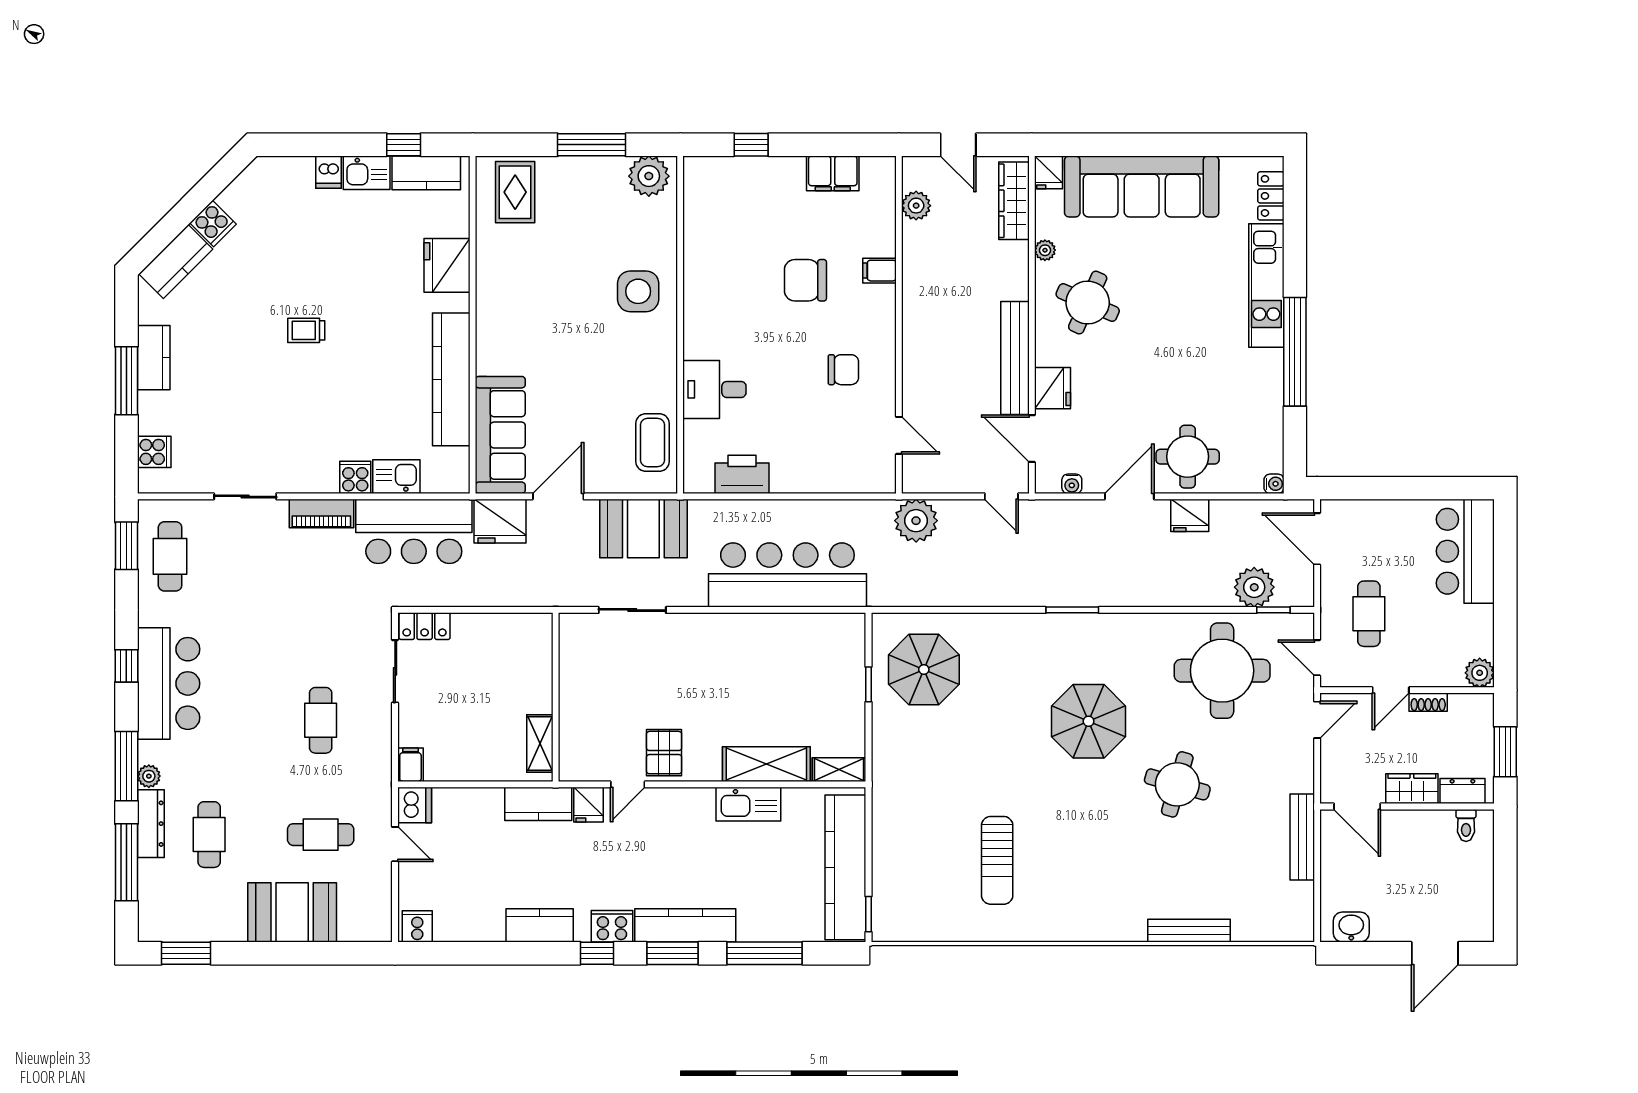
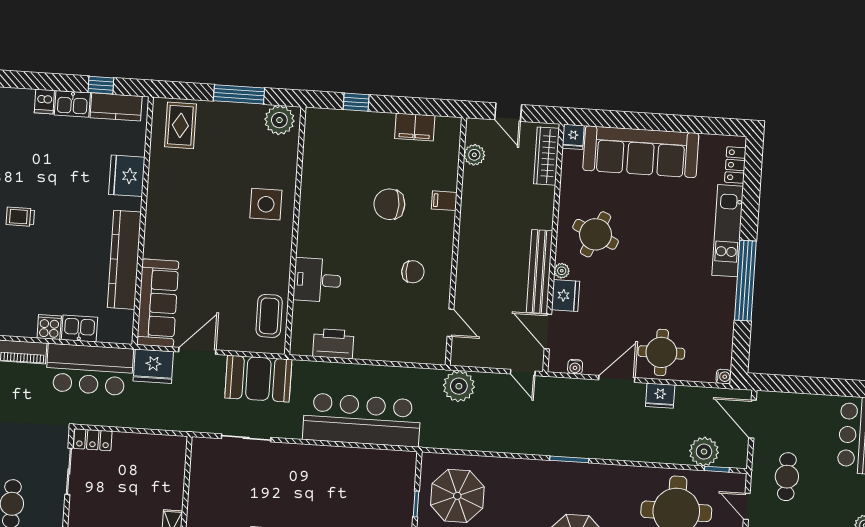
plant: (1045, 250) -> (562, 271), moved

